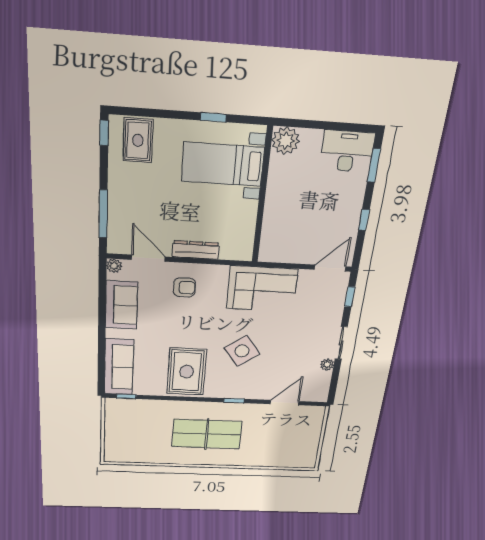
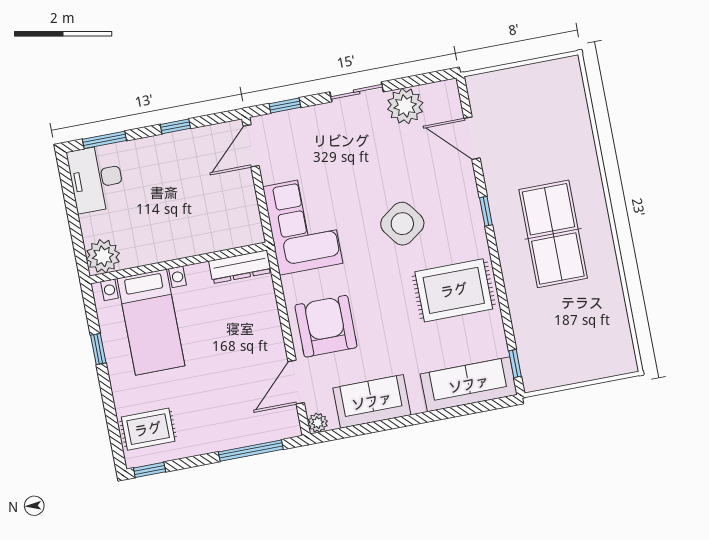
dresser: (196, 250) -> (240, 267), moved, turned -90
door: (330, 268) -> (251, 146), hinge flipped
armchair: (184, 287) -> (326, 326), width x1.88, depth x1.88
plant: (327, 365) -> (405, 106), width x1.88, depth x1.88

